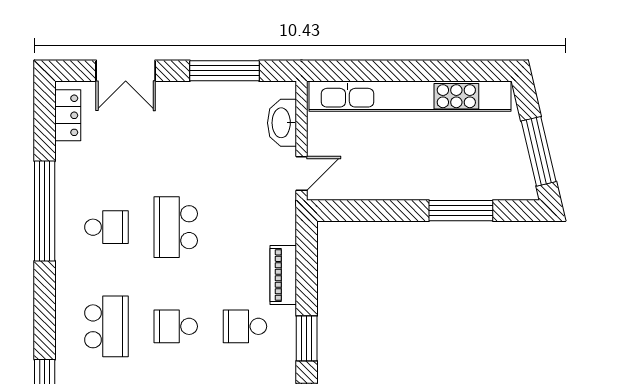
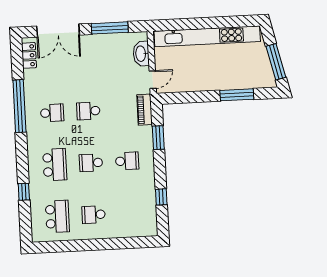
double door: (126, 71) -> (58, 31), width x1.37
school desk: (176, 227) -> (88, 111), width x0.54
piano: (283, 275) -> (145, 110), moved
school desk: (245, 326) -> (127, 161), turned 180
window: (307, 338) -> (158, 138), moved

